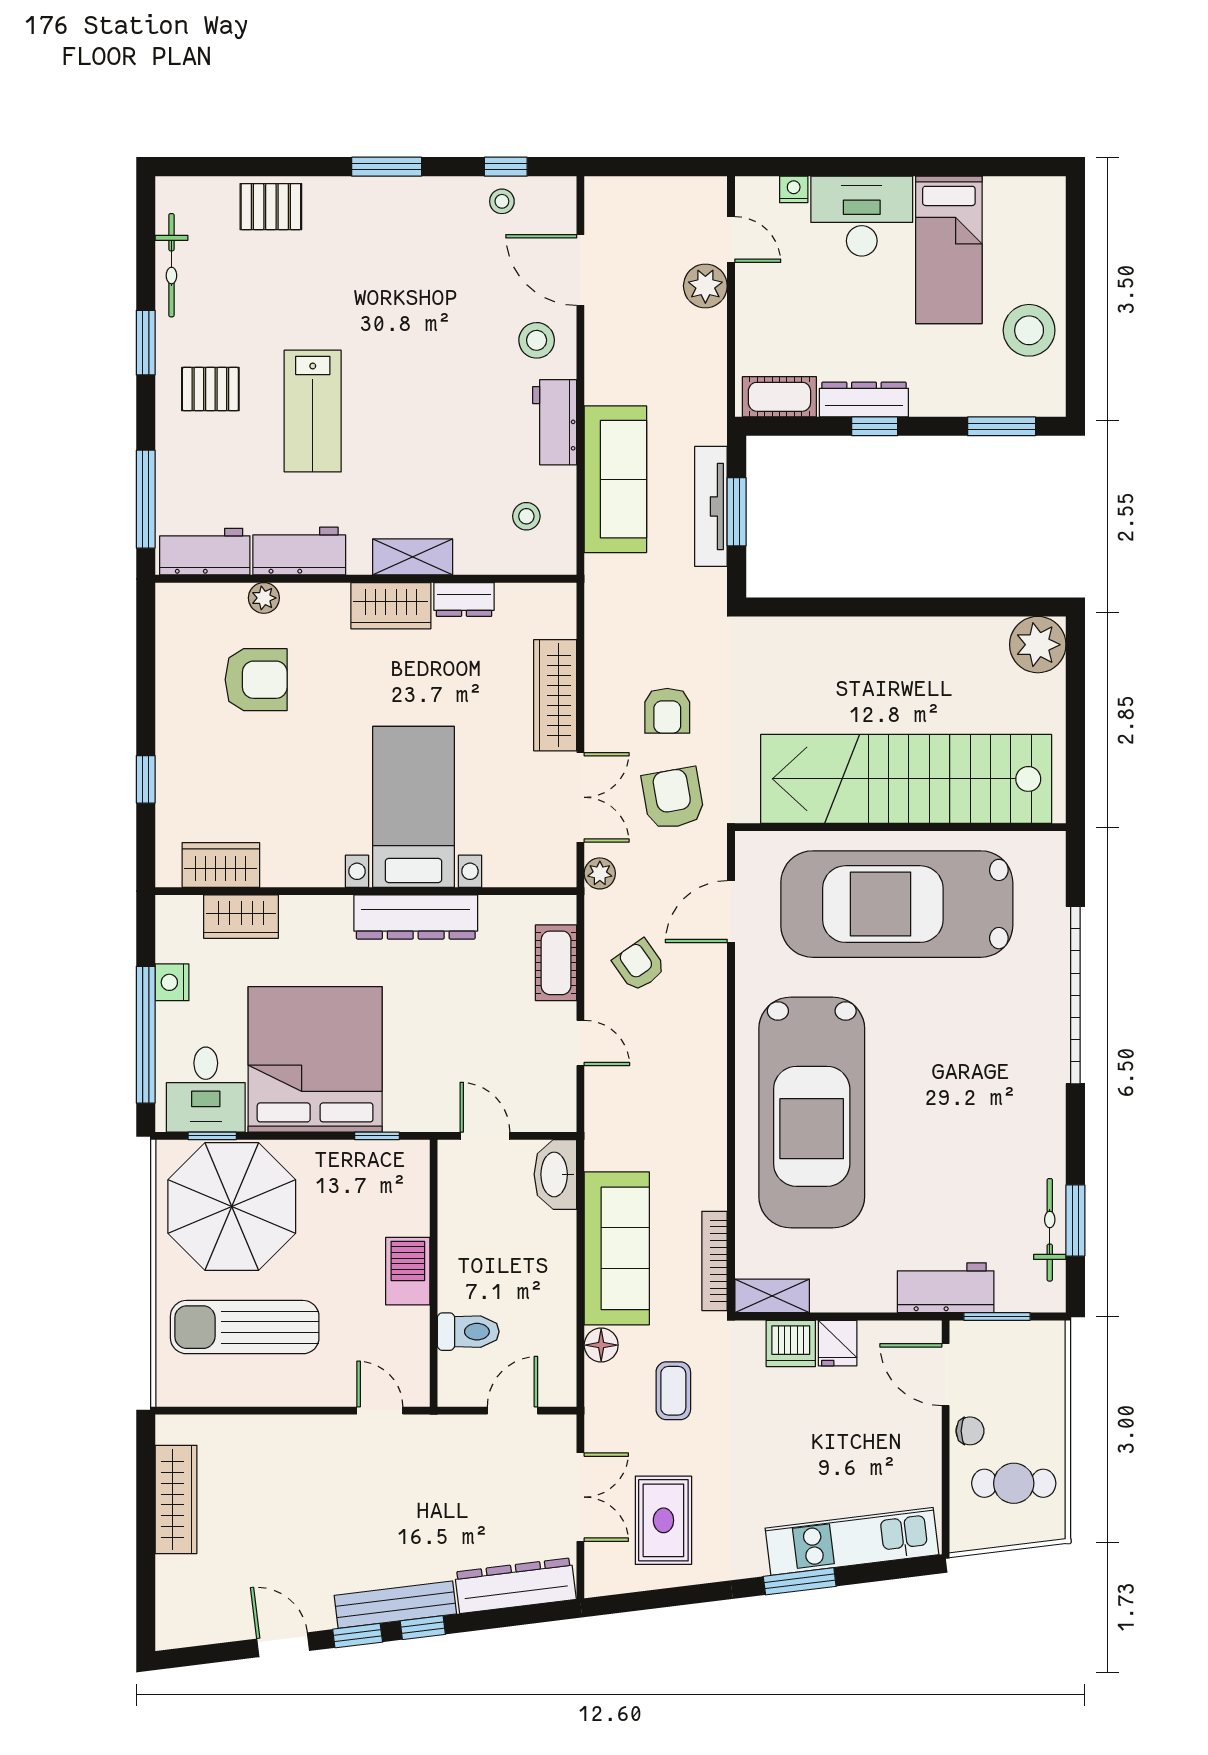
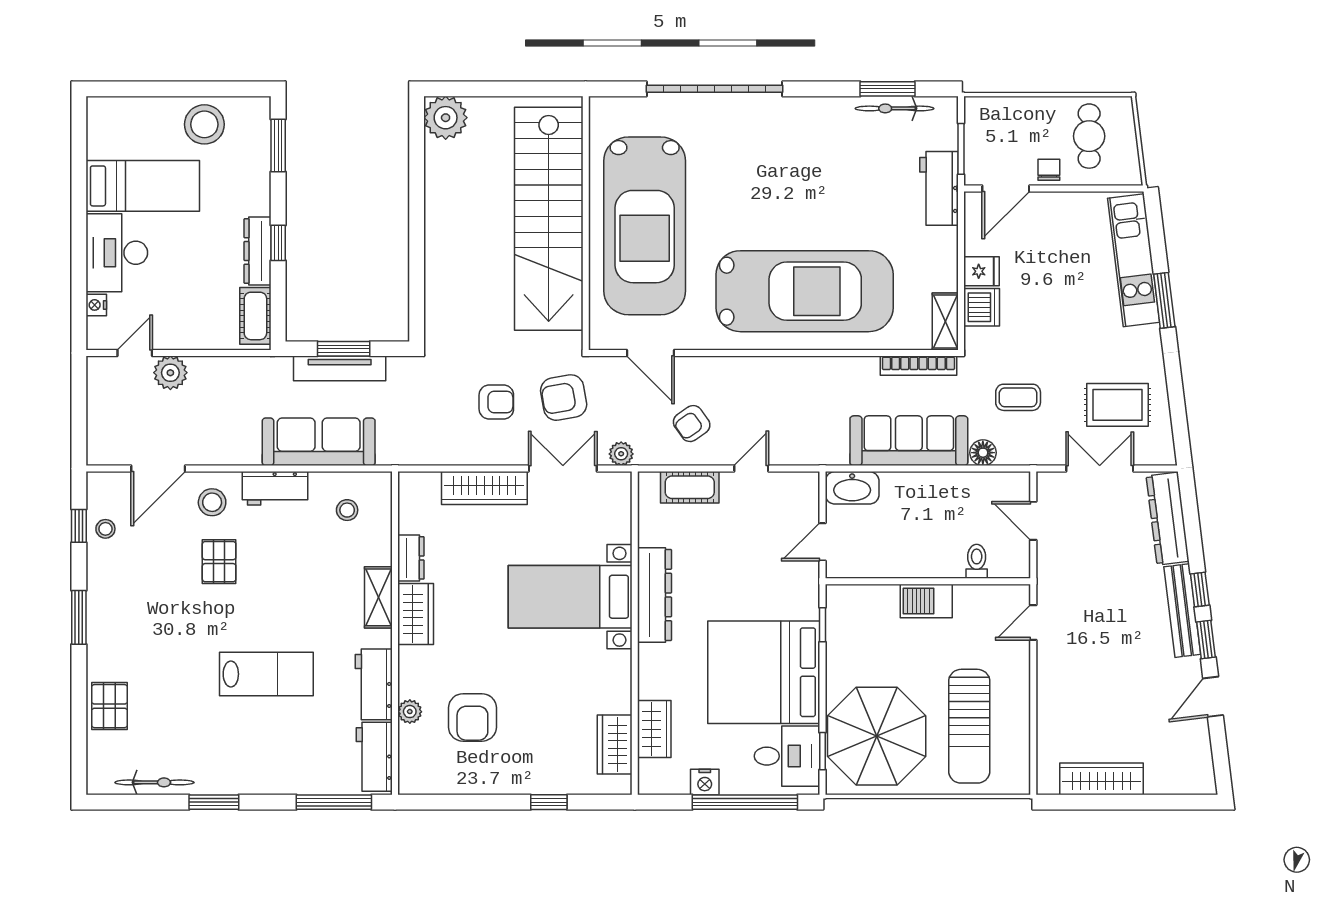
pallet: (210, 389) -> (219, 562), moved
armchair: (256, 680) -> (472, 717), turned 180
toilet: (468, 1332) -> (977, 561), width x0.73, depth x0.72

